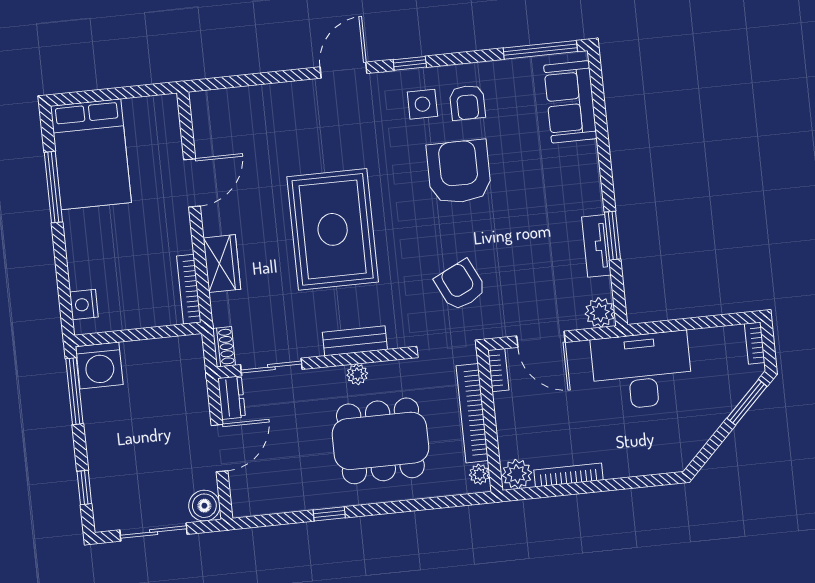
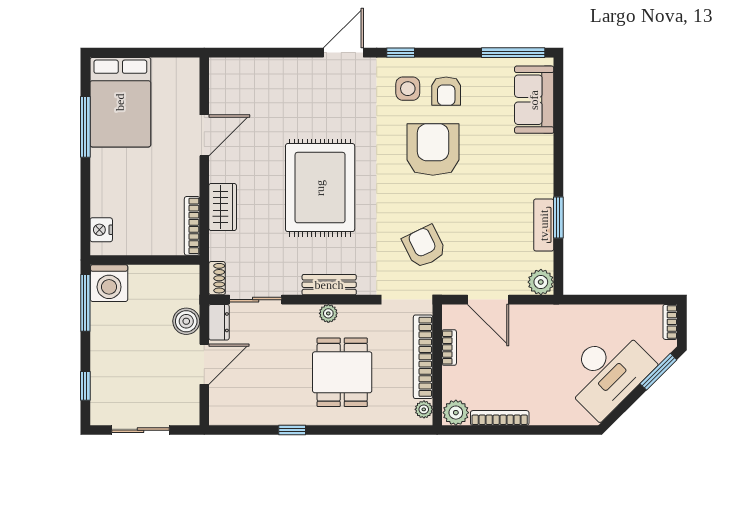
bookcase: (498, 370) -> (449, 348), moved
desk: (642, 371) -> (607, 372), moved, turned 135
dining table: (380, 441) -> (342, 372), width x0.73
boiler: (204, 506) -> (186, 321), moved

